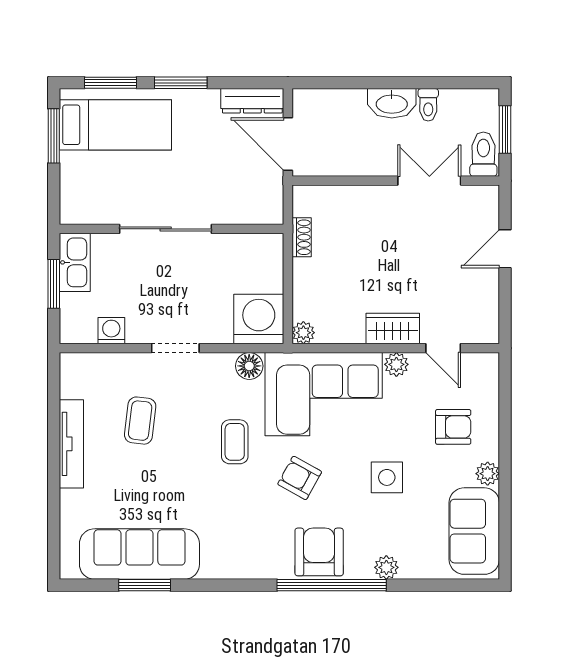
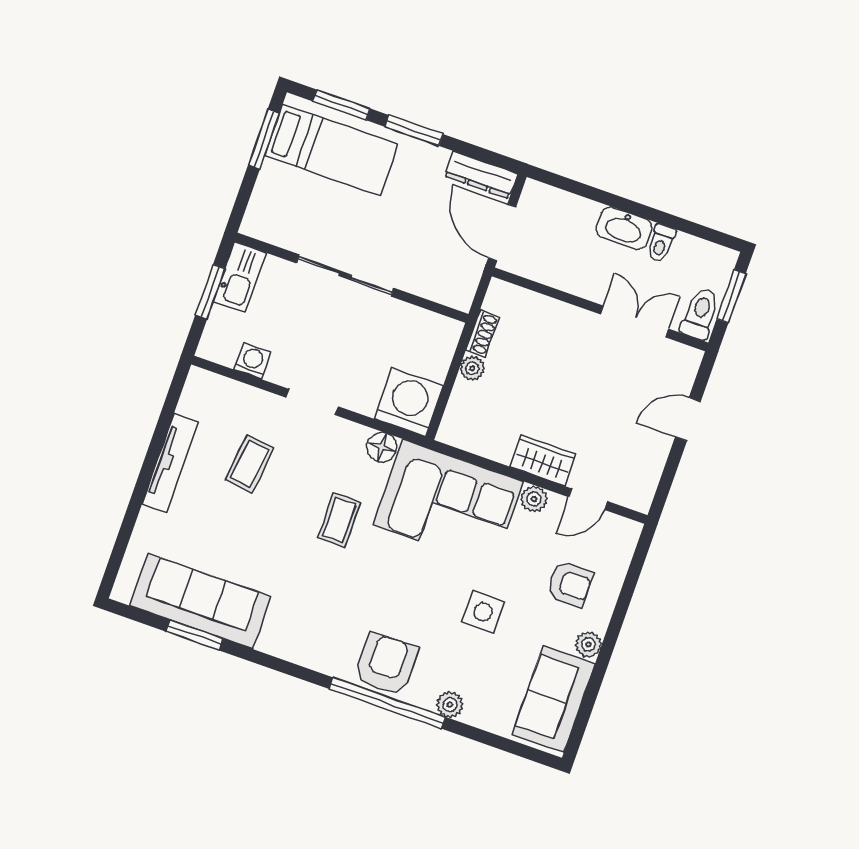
plant: (303, 333) -> (472, 368), moved
door: (443, 348) -> (588, 499), hinge flipped
armchair: (300, 478) -> (393, 581), removed

